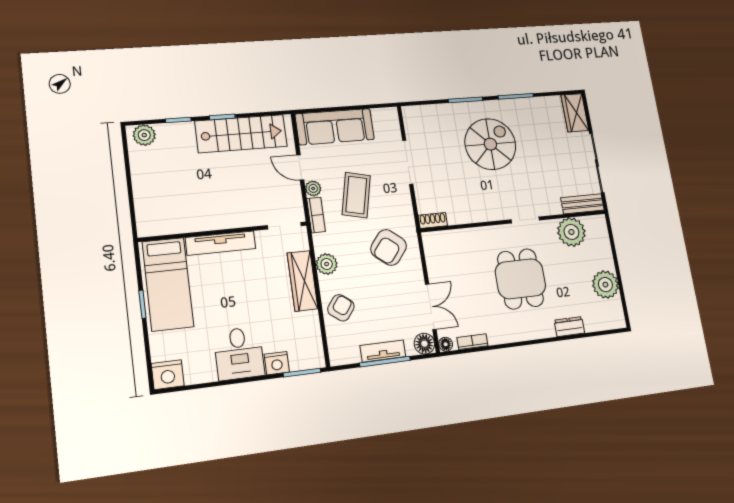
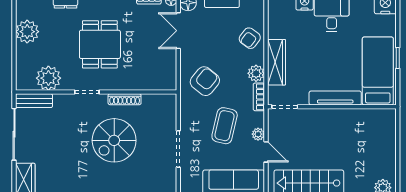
spiral stairs: (490, 144) -> (114, 140), moved
bookcase: (316, 215) -> (259, 97), moved
shoe rack: (433, 220) -> (125, 99), moved, width x1.43

